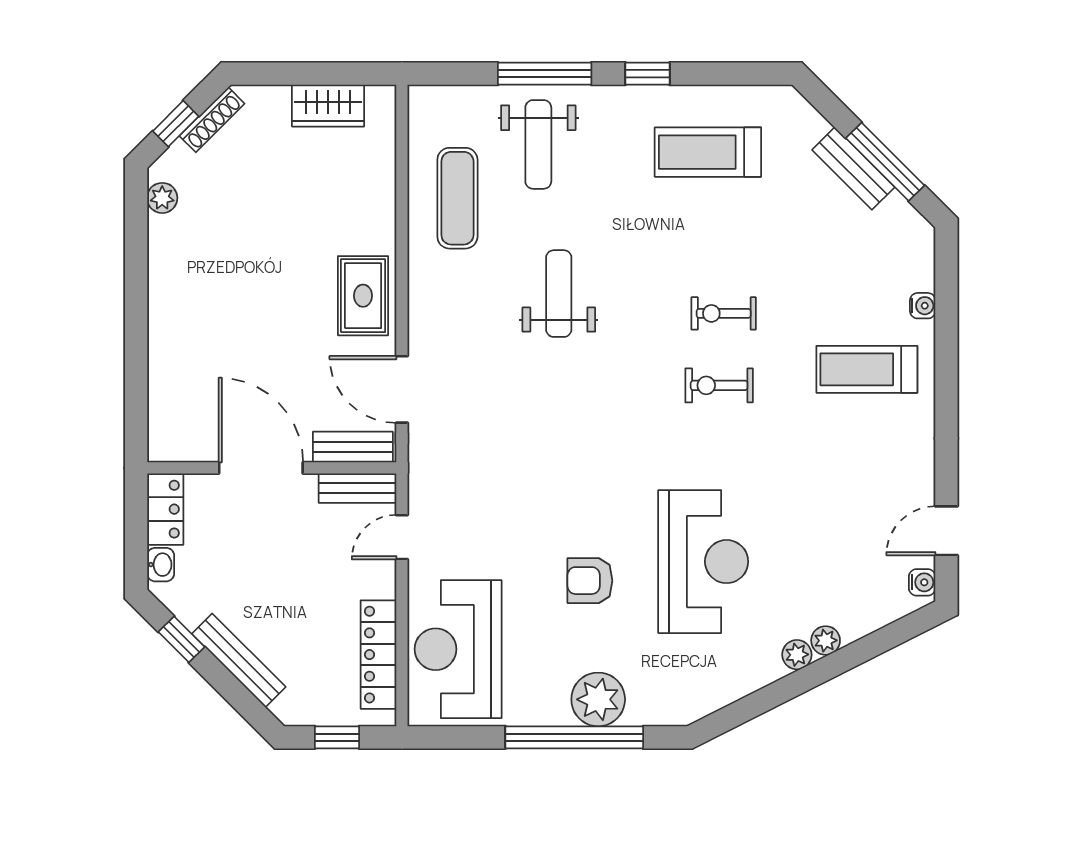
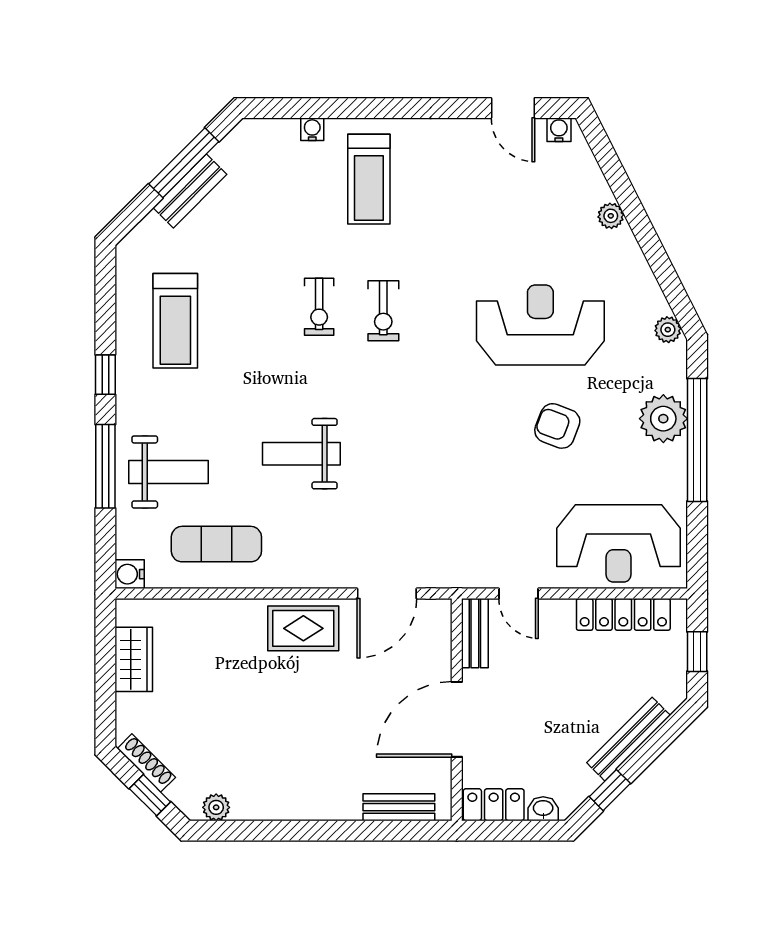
water cooler: (424, 101) -> (130, 574), added
bench: (353, 447) -> (399, 807), moved, turned 90
armchair: (590, 581) -> (557, 426), turned 111
plant: (797, 655) -> (668, 330), moved

